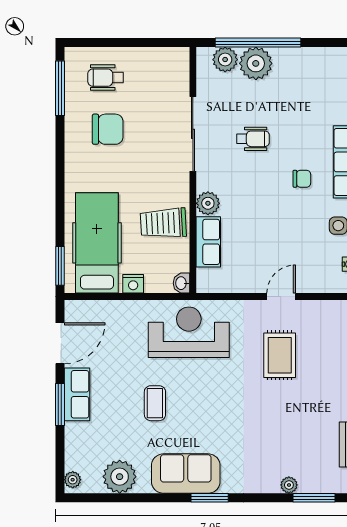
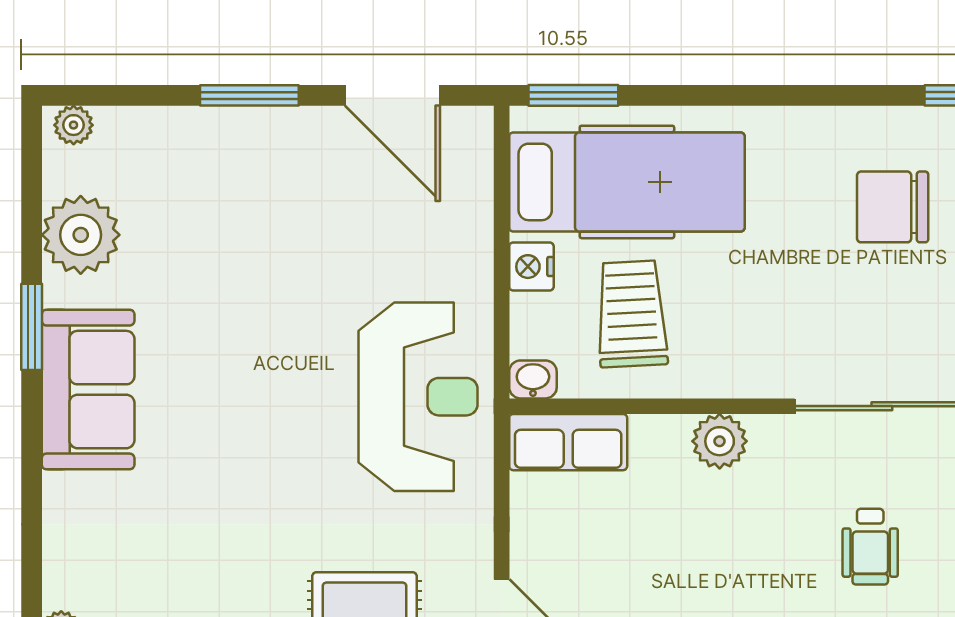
chair: (108, 129) -> (893, 207), turned 90
trolley: (163, 223) -> (632, 314), moved
row of seats: (208, 242) -> (568, 442), moved
row of seats: (77, 394) -> (273, 135), removed
coffee table: (155, 403) -> (252, 317), removed
window: (210, 498) -> (32, 327), moved

